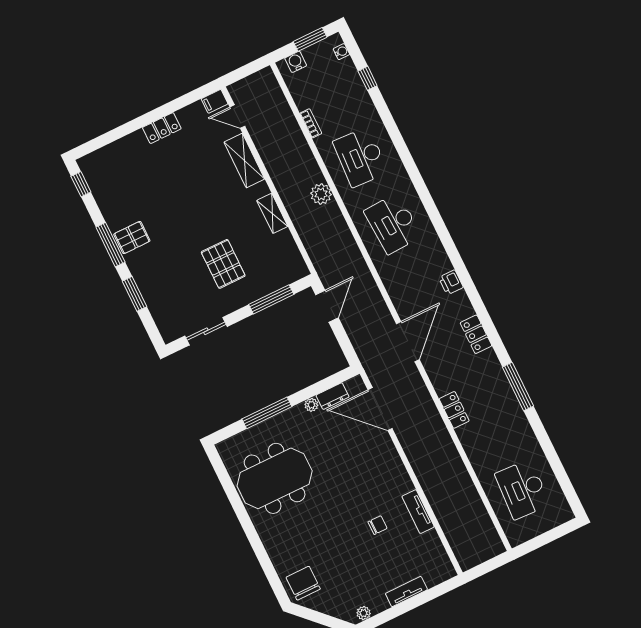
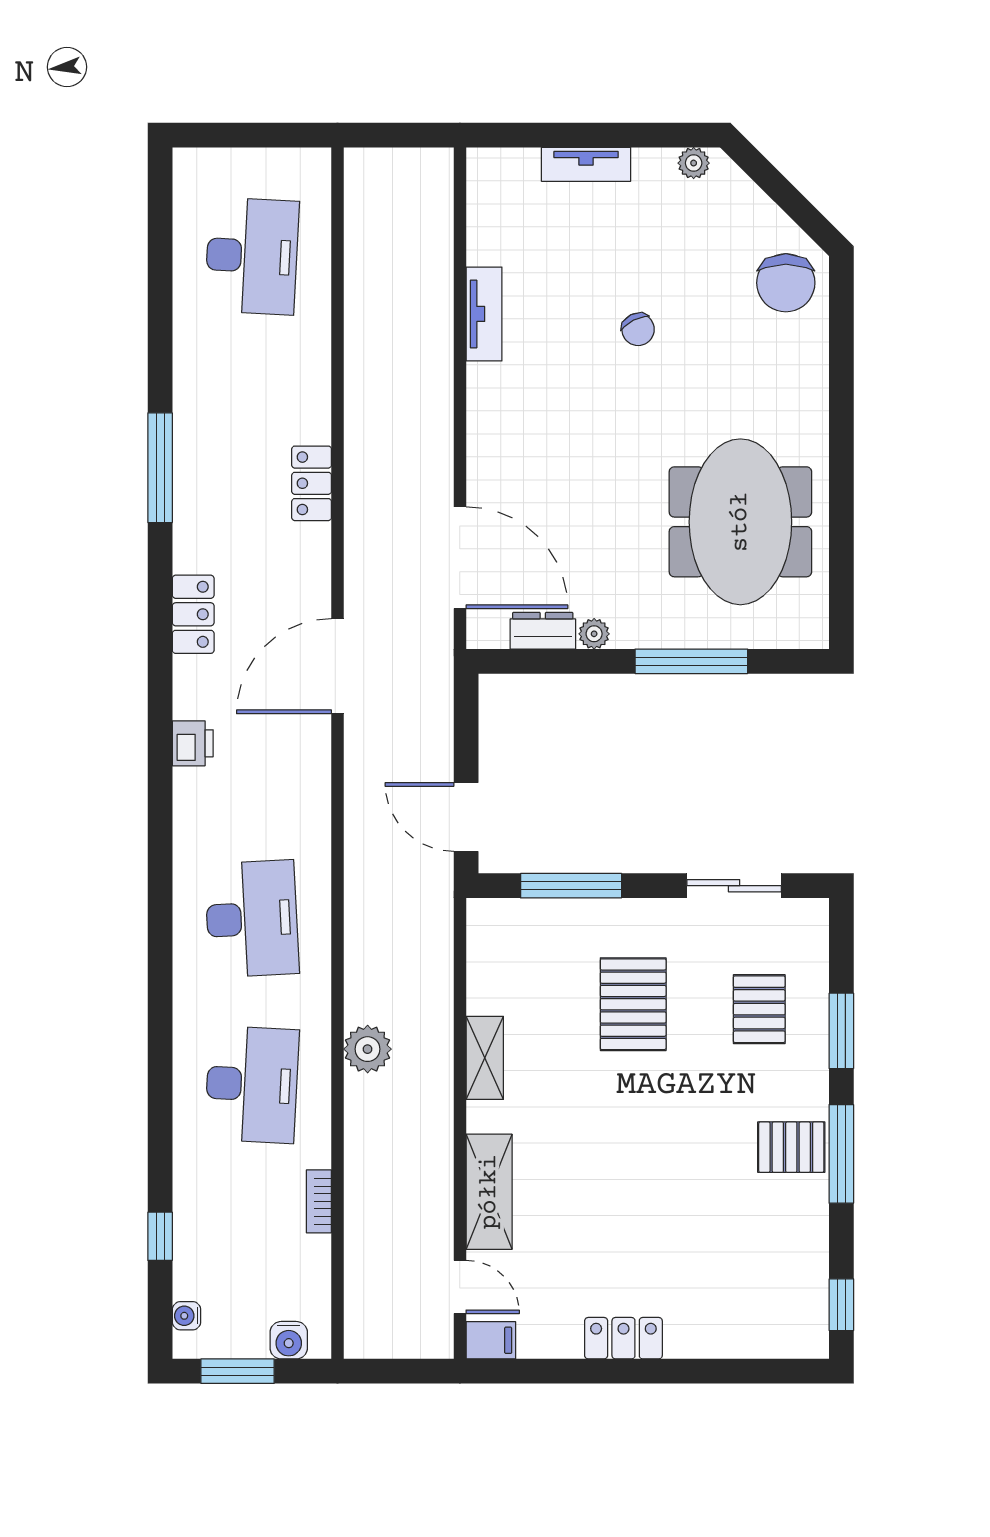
pallet: (172, 287) -> (759, 1009), added
door: (327, 306) -> (466, 817), hinge flipped
meeting table: (275, 478) -> (740, 522), turned 90
chair: (377, 525) -> (638, 329), moved, turned -117

